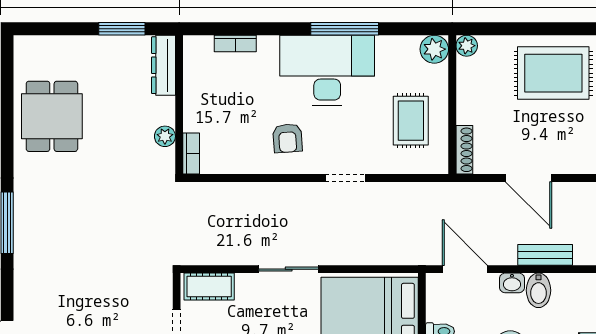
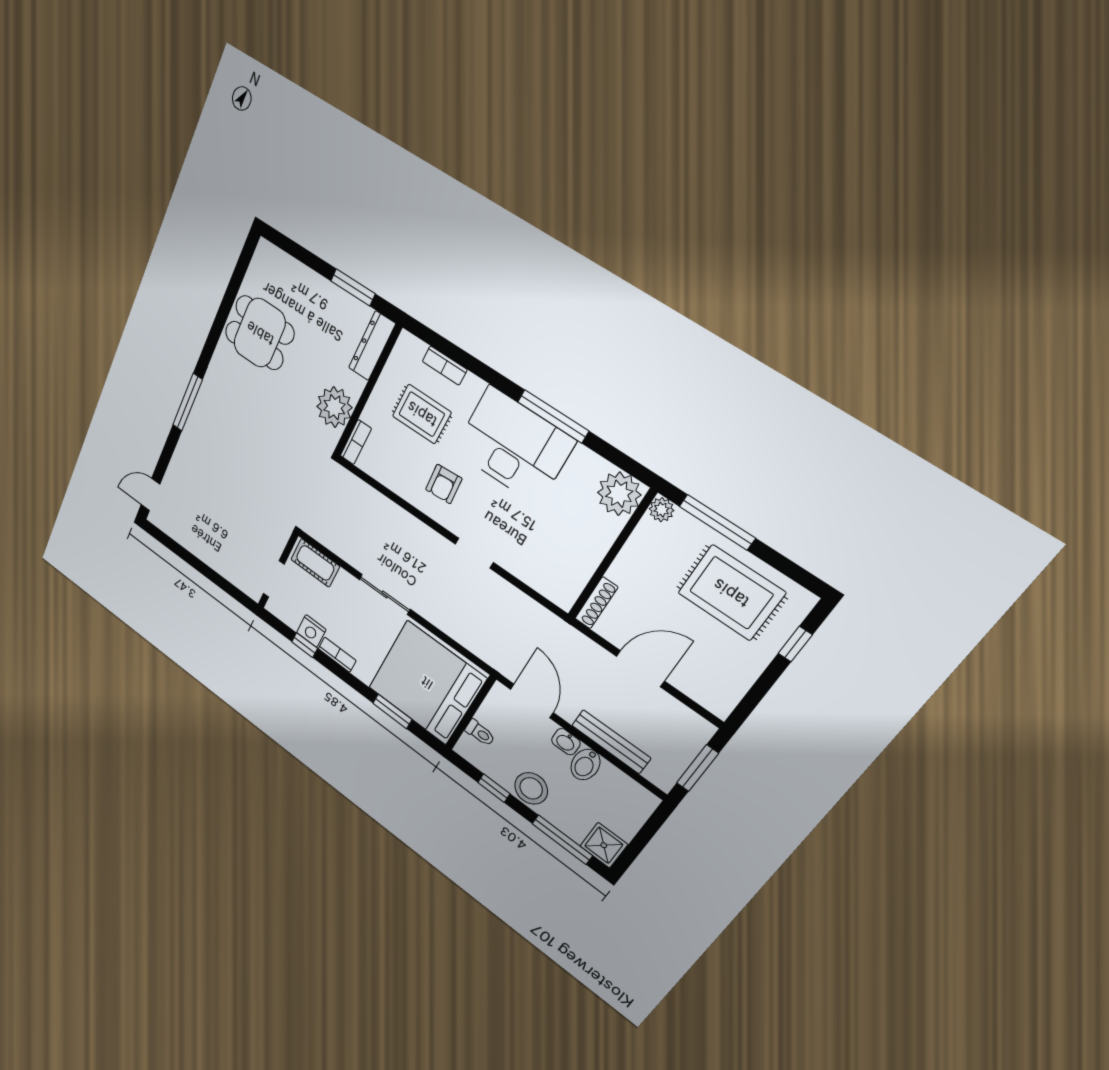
window: (510, 29) -> (717, 522), added
plant: (434, 49) -> (619, 494), width x1.36, depth x1.36
dining table: (52, 116) -> (260, 333), turned 90
rug: (411, 121) -> (422, 414), moved, turned 90
plant: (165, 136) -> (334, 407), width x1.88, depth x1.88
door: (529, 178) -> (640, 669), swing flipped
bench: (545, 255) -> (611, 742), width x1.36

